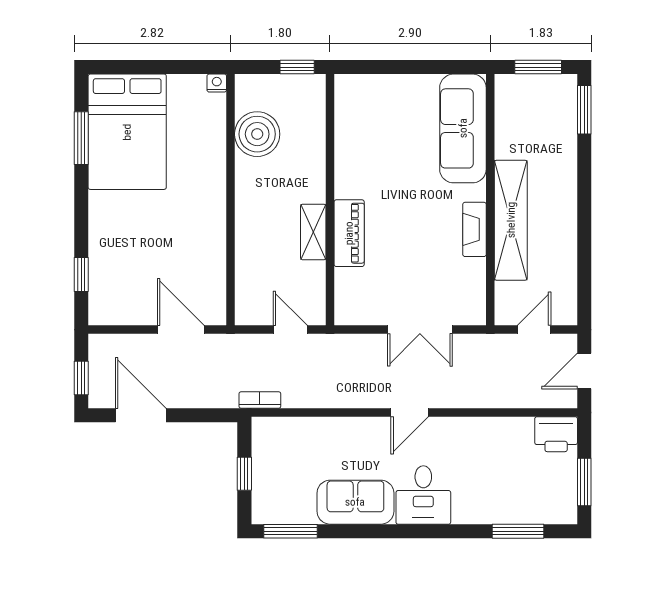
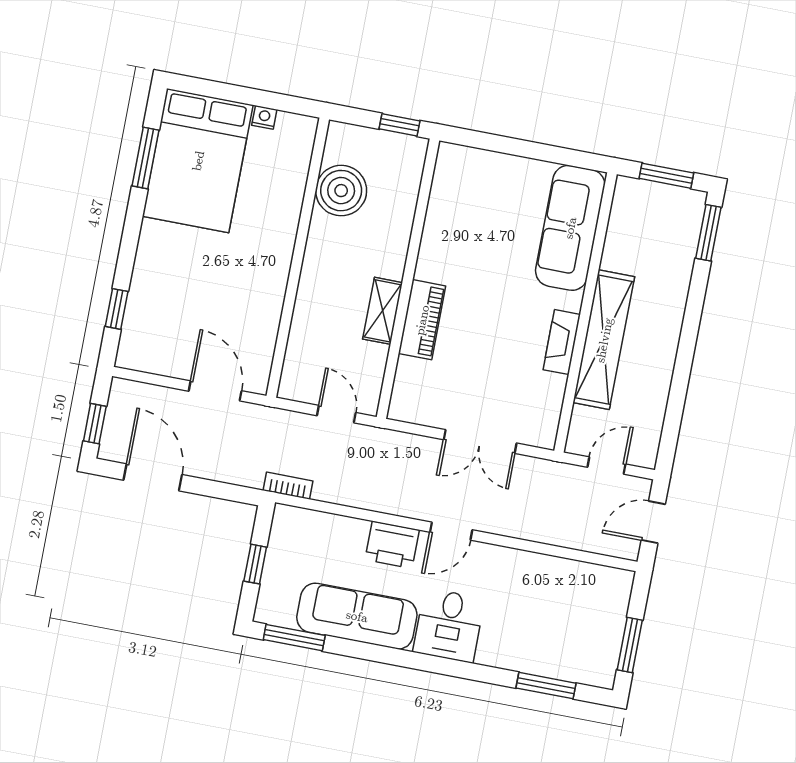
nightstand: (217, 83) -> (264, 117), moved
printer: (556, 434) -> (392, 545), moved
sofa: (355, 502) -> (357, 616), width x1.36

